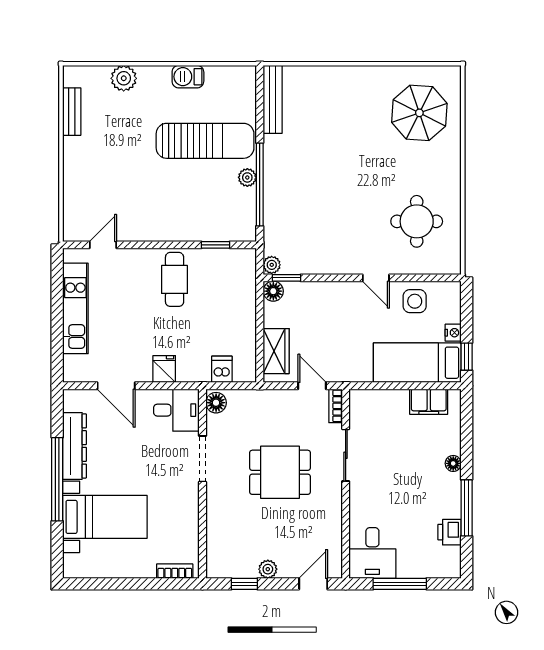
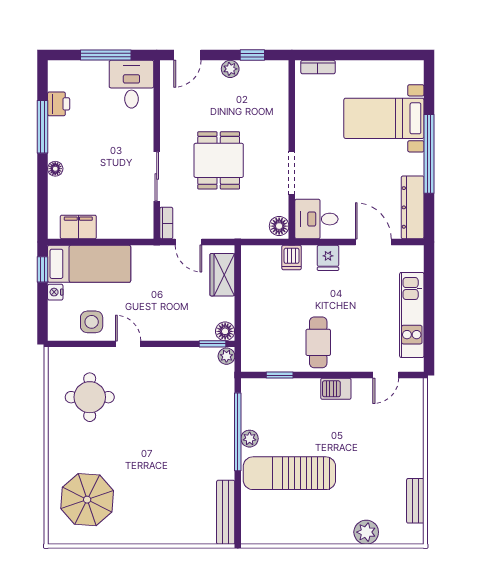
barbecue: (188, 77) -> (336, 389), moved, turned 180
dishwasher: (222, 369) -> (292, 258), moved
dresser: (75, 446) -> (413, 207), moved
dining table: (280, 472) -> (219, 160), turned 90

